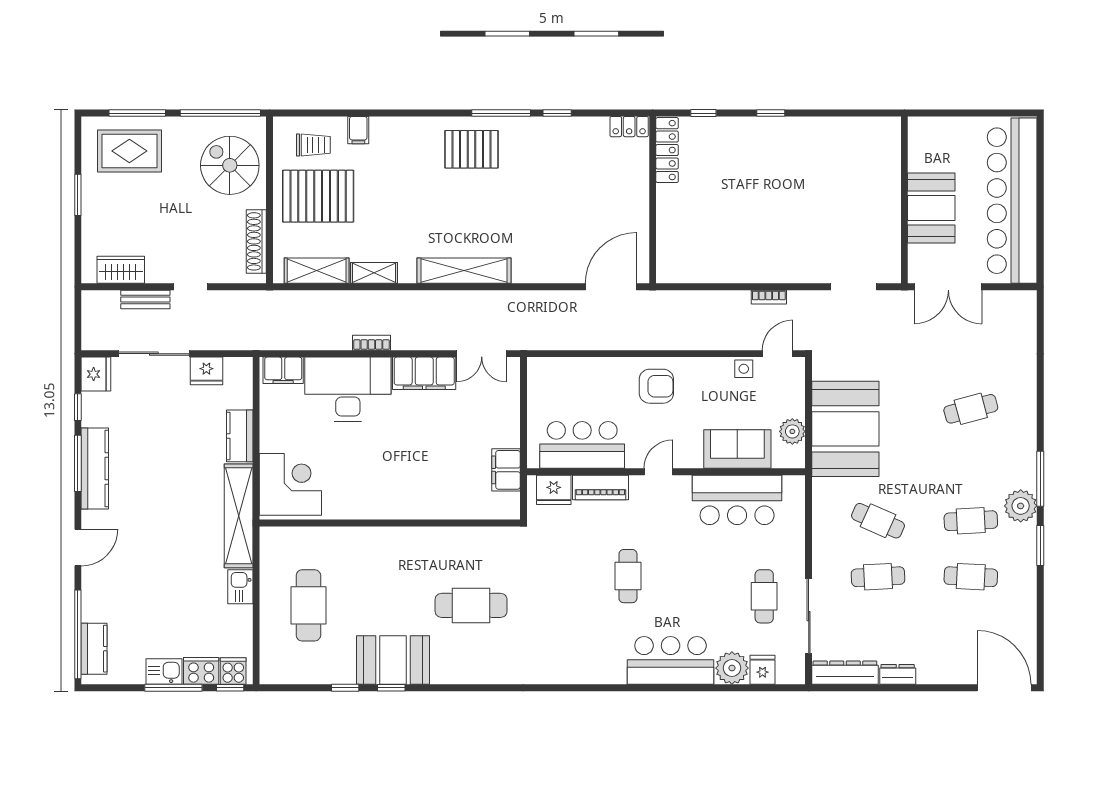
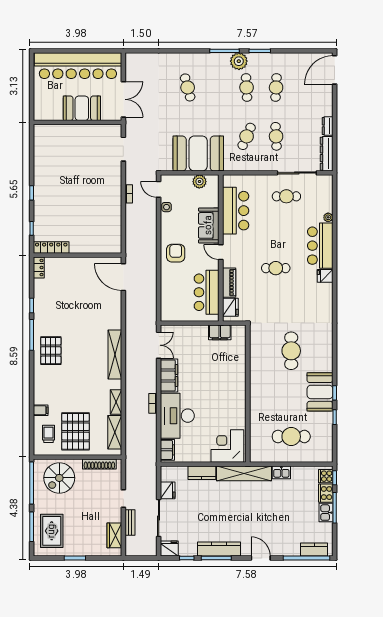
sofa: (737, 449) -> (209, 225), moved
plant: (732, 668) -> (328, 217), width x0.53, depth x0.53
fridge: (762, 670) -> (325, 276), moved

